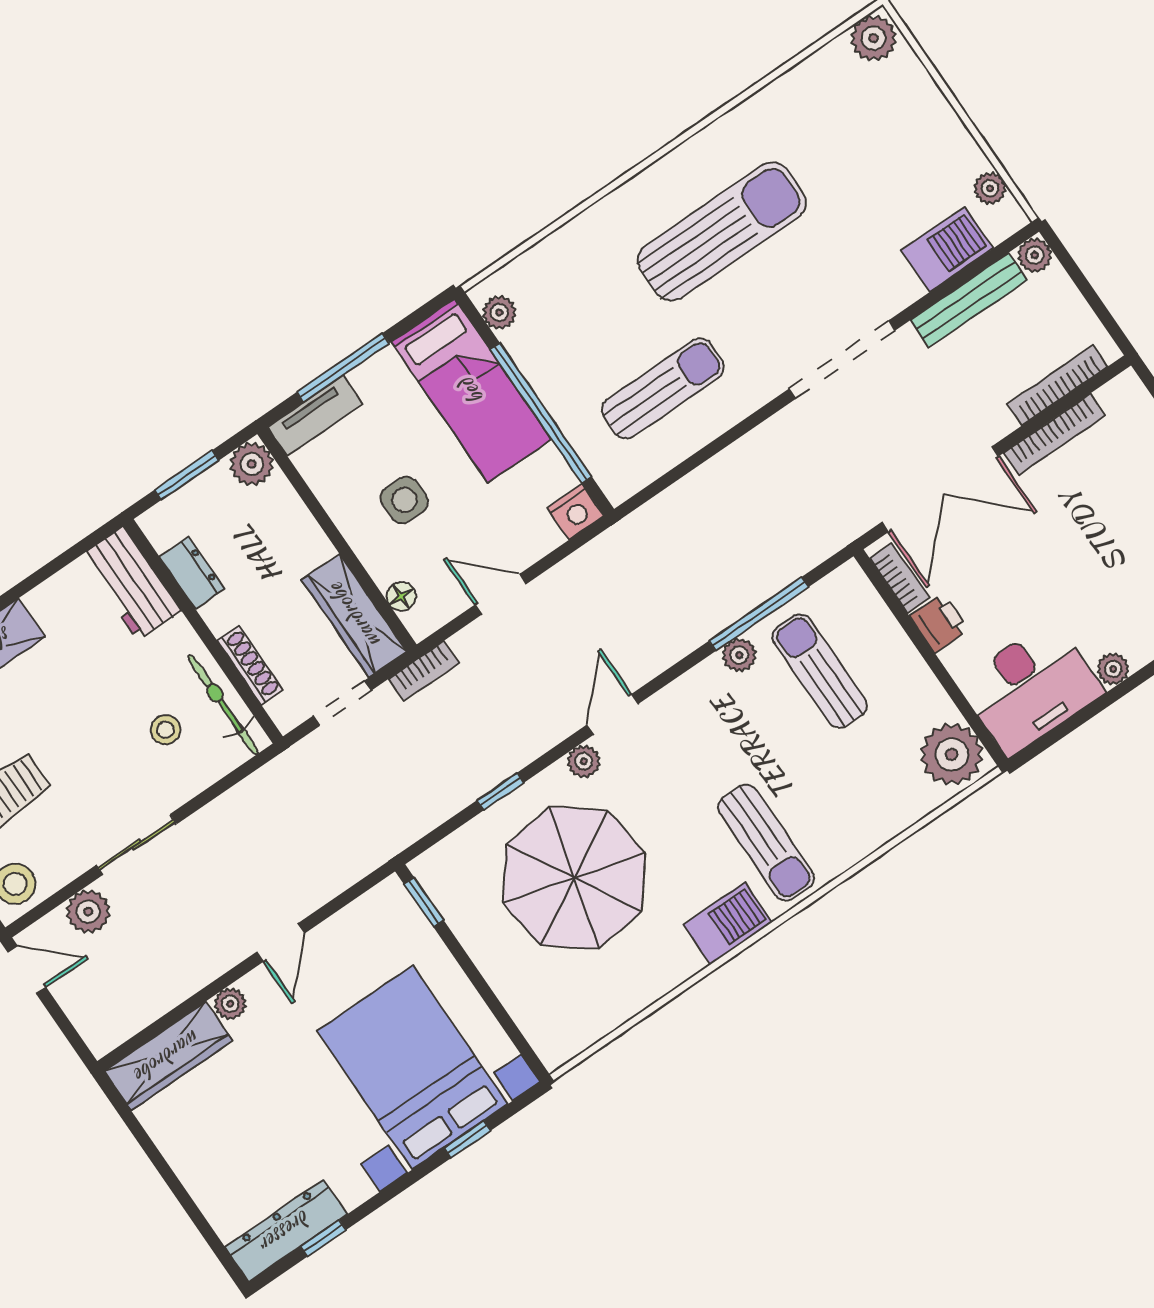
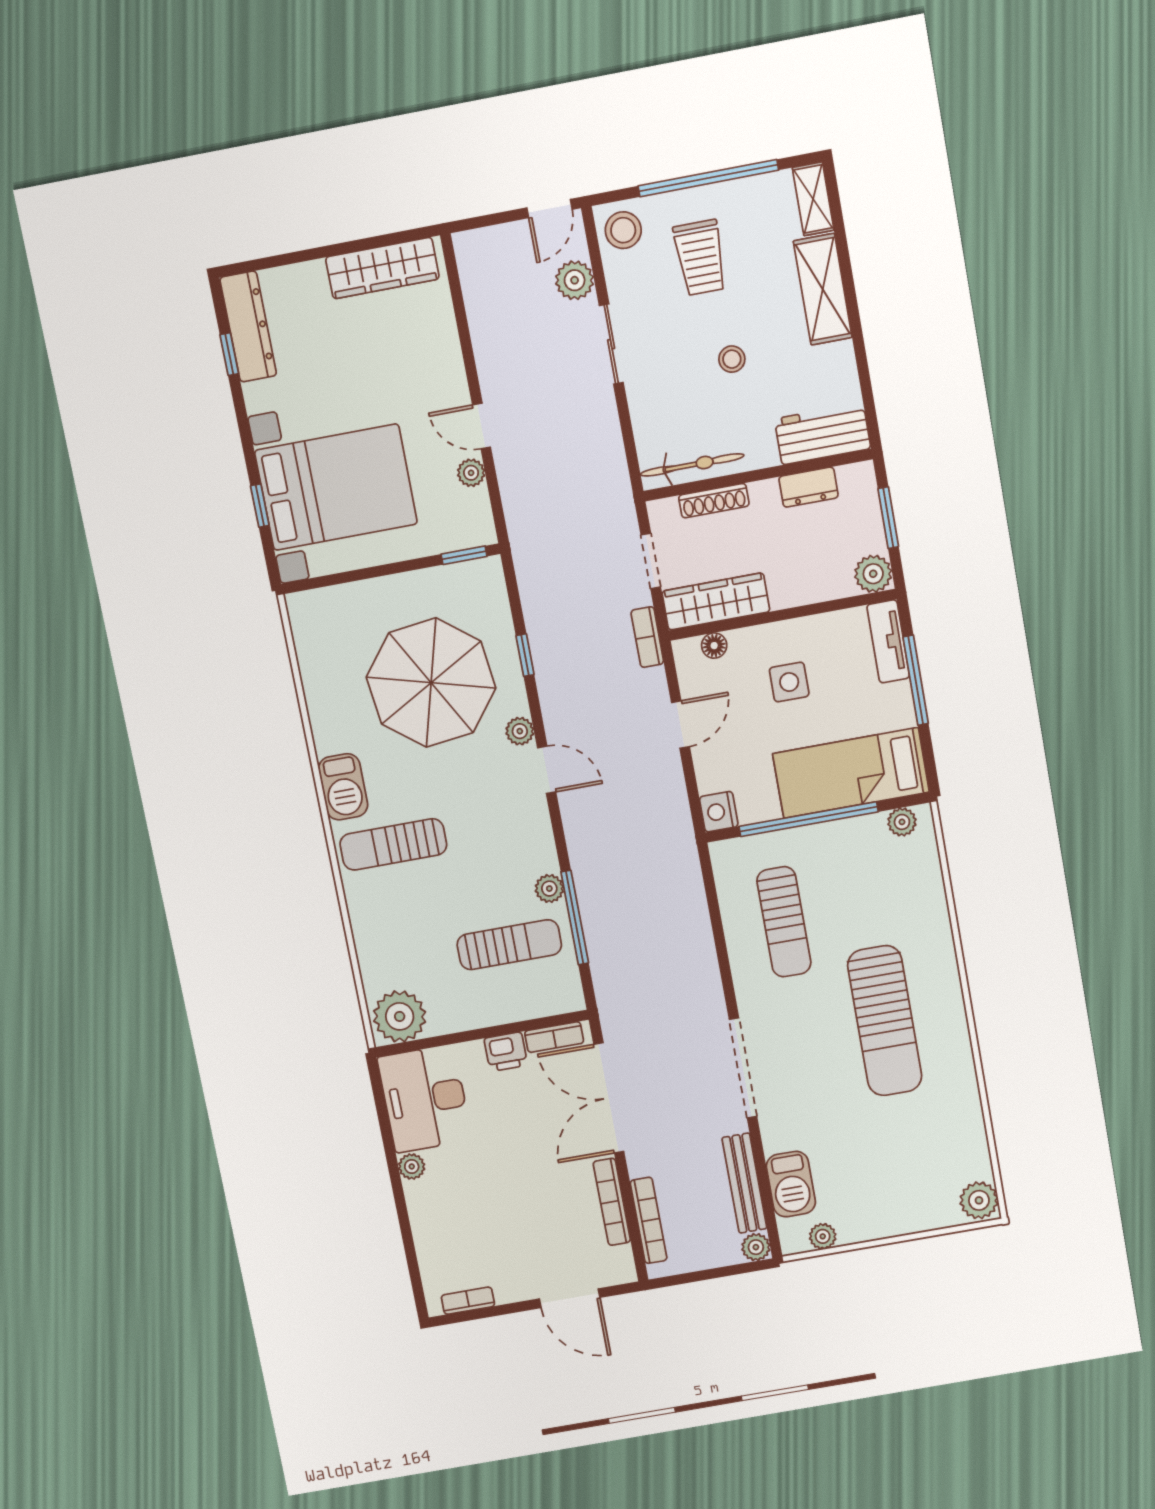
stool: (166, 730) -> (732, 359), moved
plant: (230, 1004) -> (471, 473), moved
wardrobe: (168, 1056) -> (382, 268), moved, turned -90

